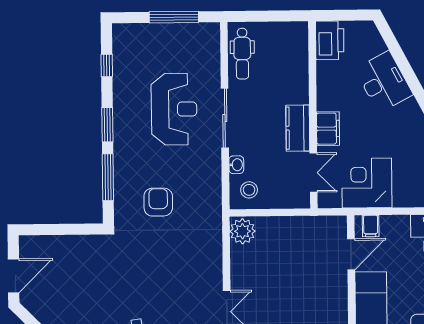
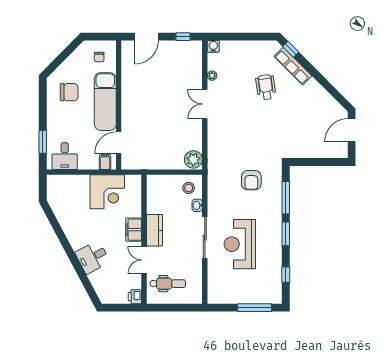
window: (174, 17) -> (255, 308), moved
printer: (330, 40) -> (135, 297), width x0.53, depth x0.68
dental chair: (242, 54) -> (168, 284), moved, turned 90
desk: (384, 82) -> (93, 257), width x0.73
double door: (313, 173) -> (144, 260), moved

